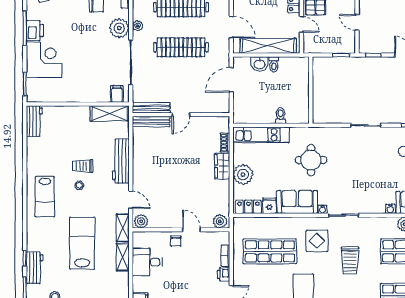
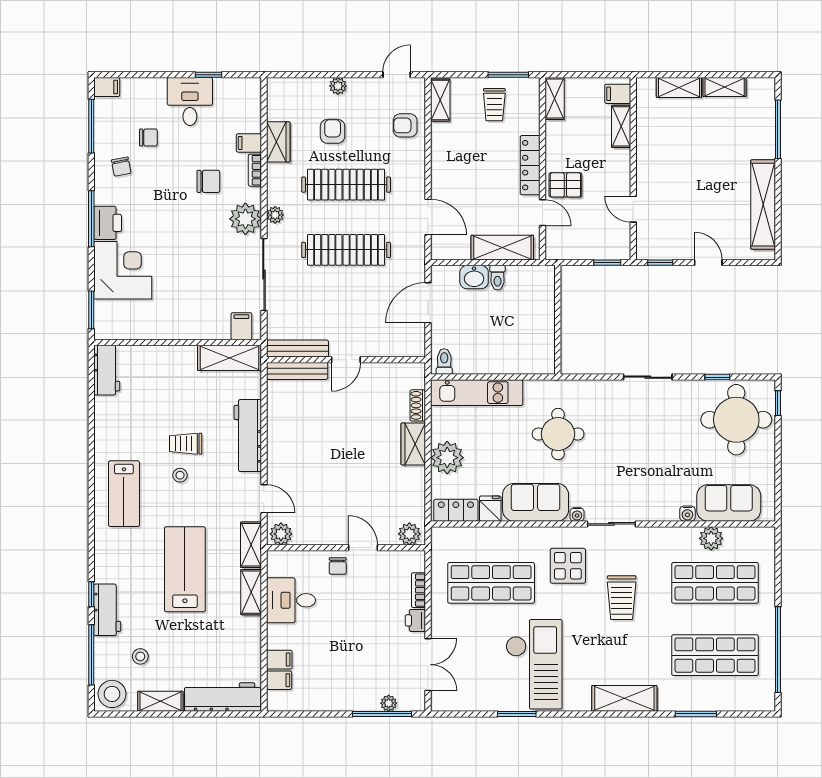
shelving: (268, 46) -> (502, 248), width x0.68
toilet: (281, 116) -> (444, 361), moved

